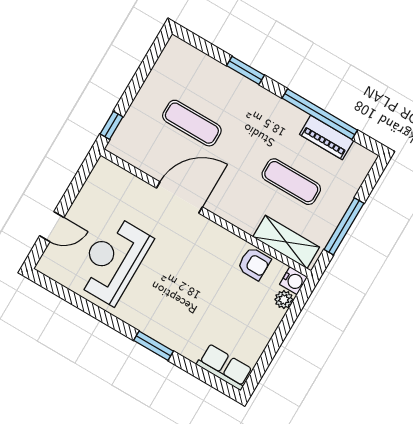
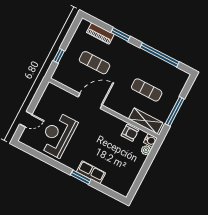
window: (111, 125) -> (59, 56), moved
piano: (327, 137) -> (100, 33), moved
row of seats: (225, 367) -> (91, 172), moved

